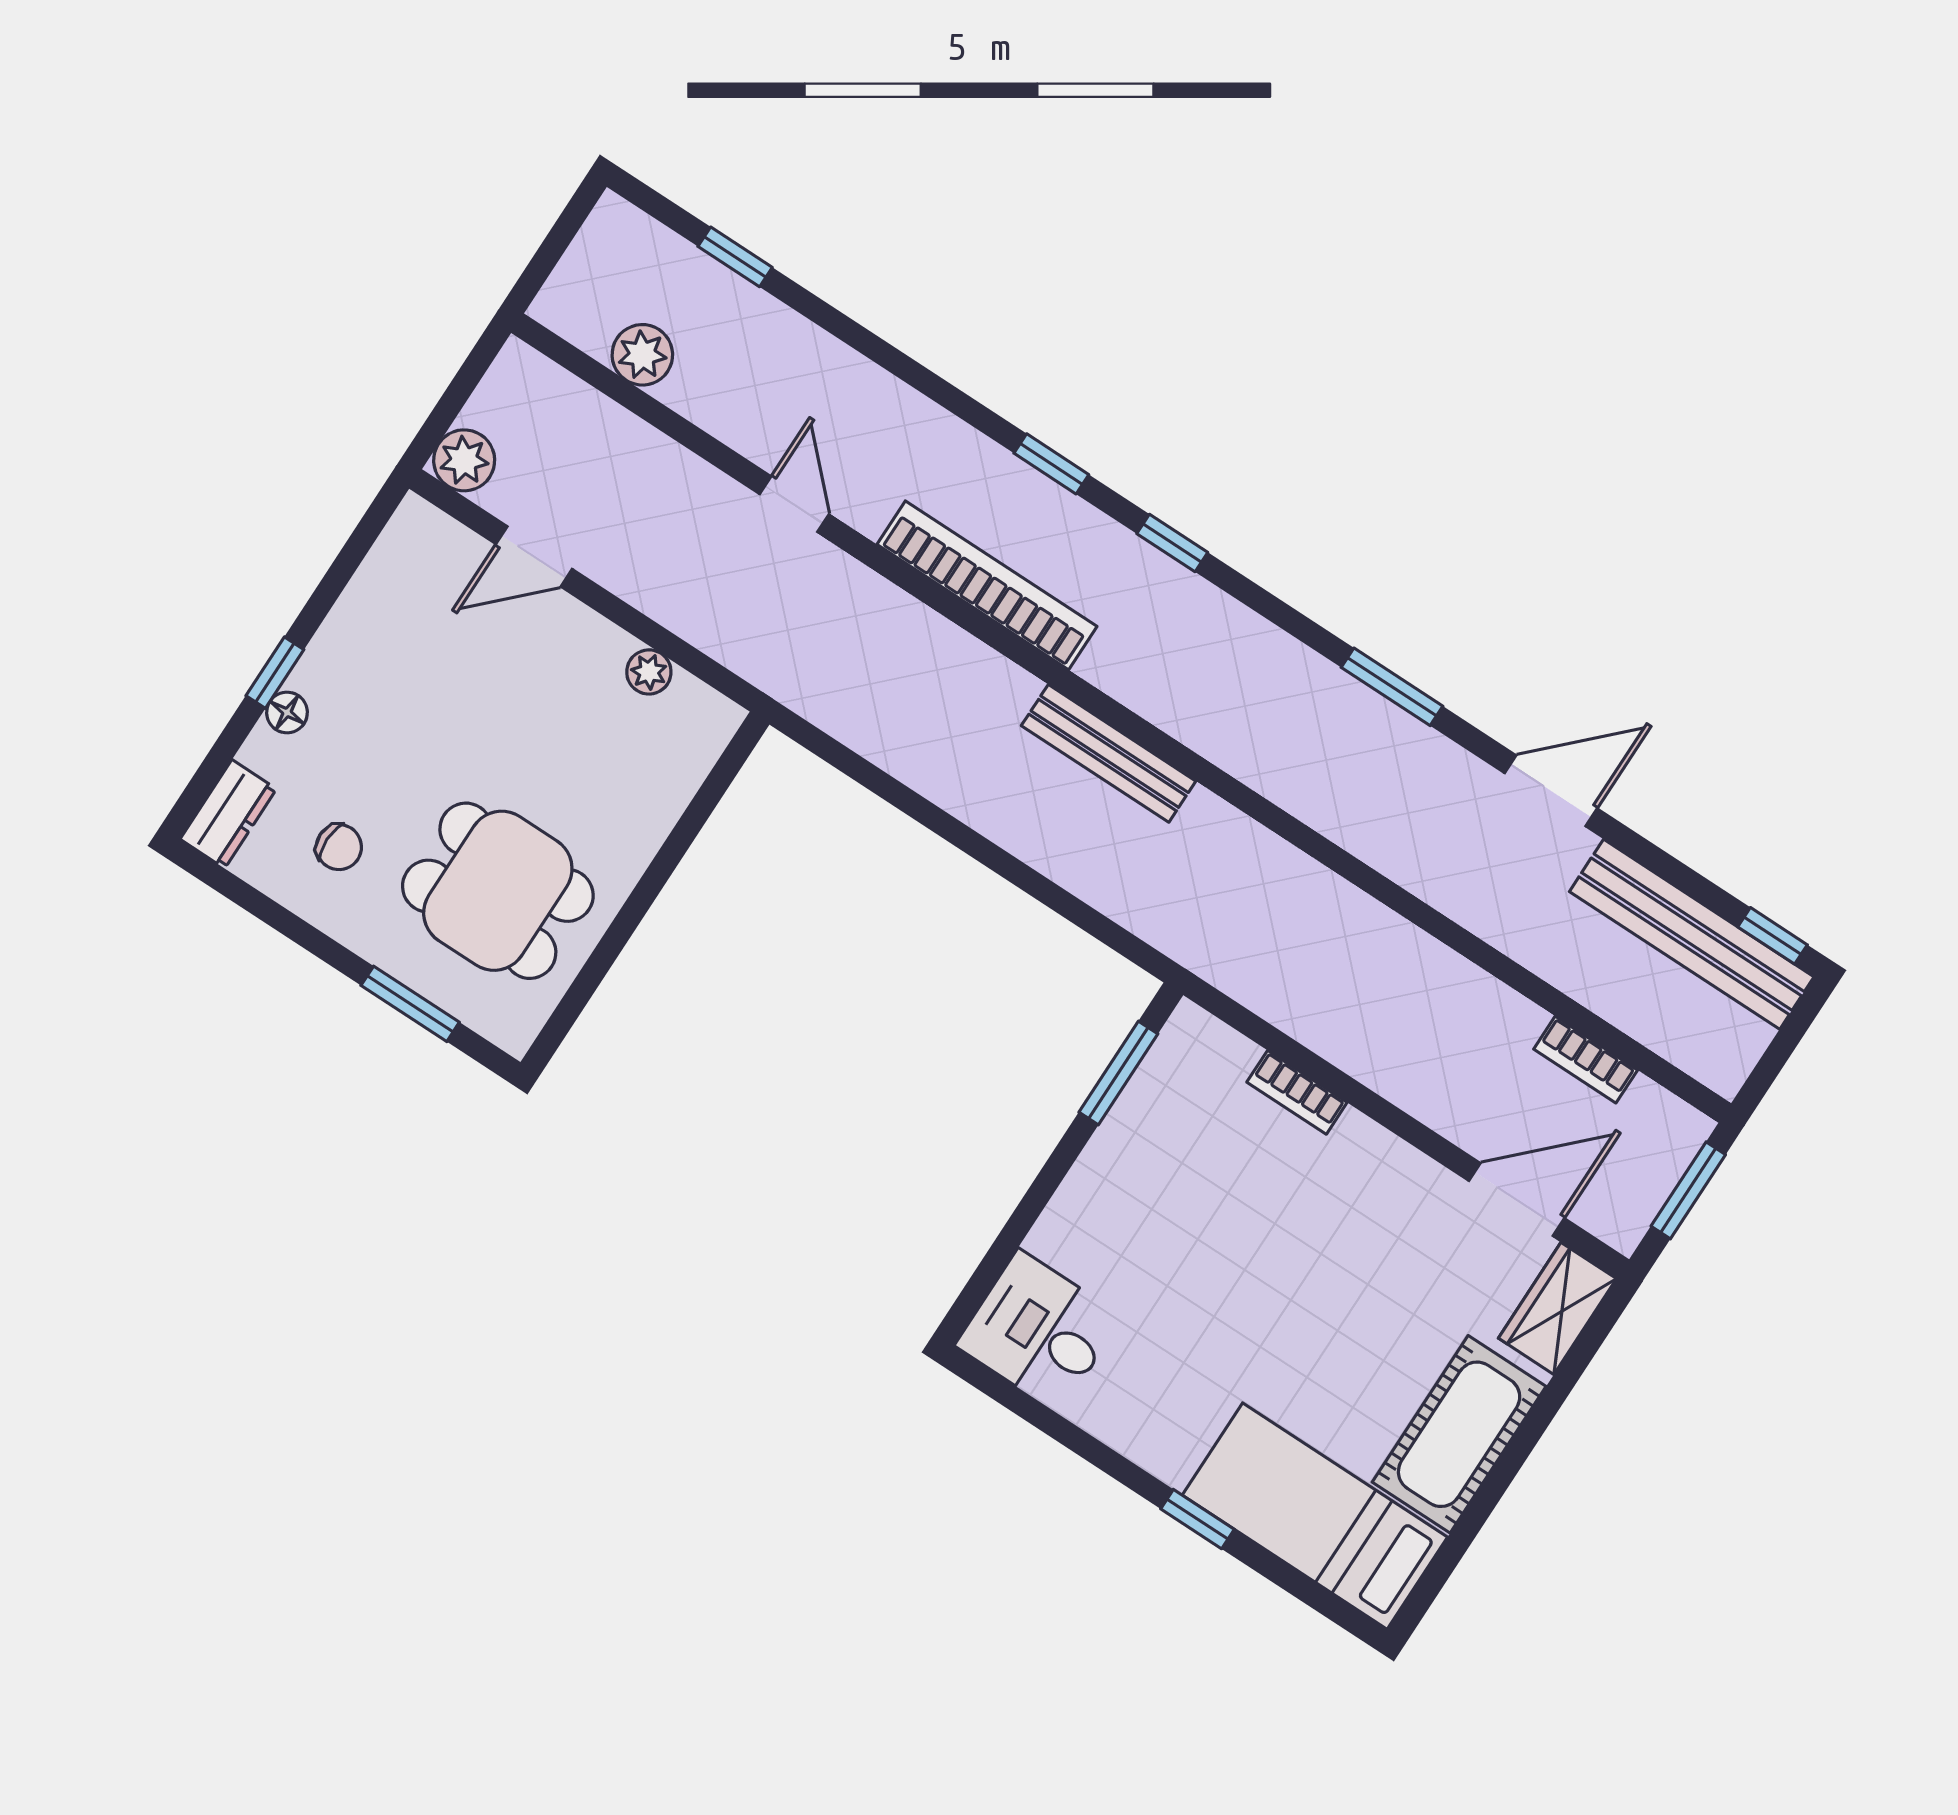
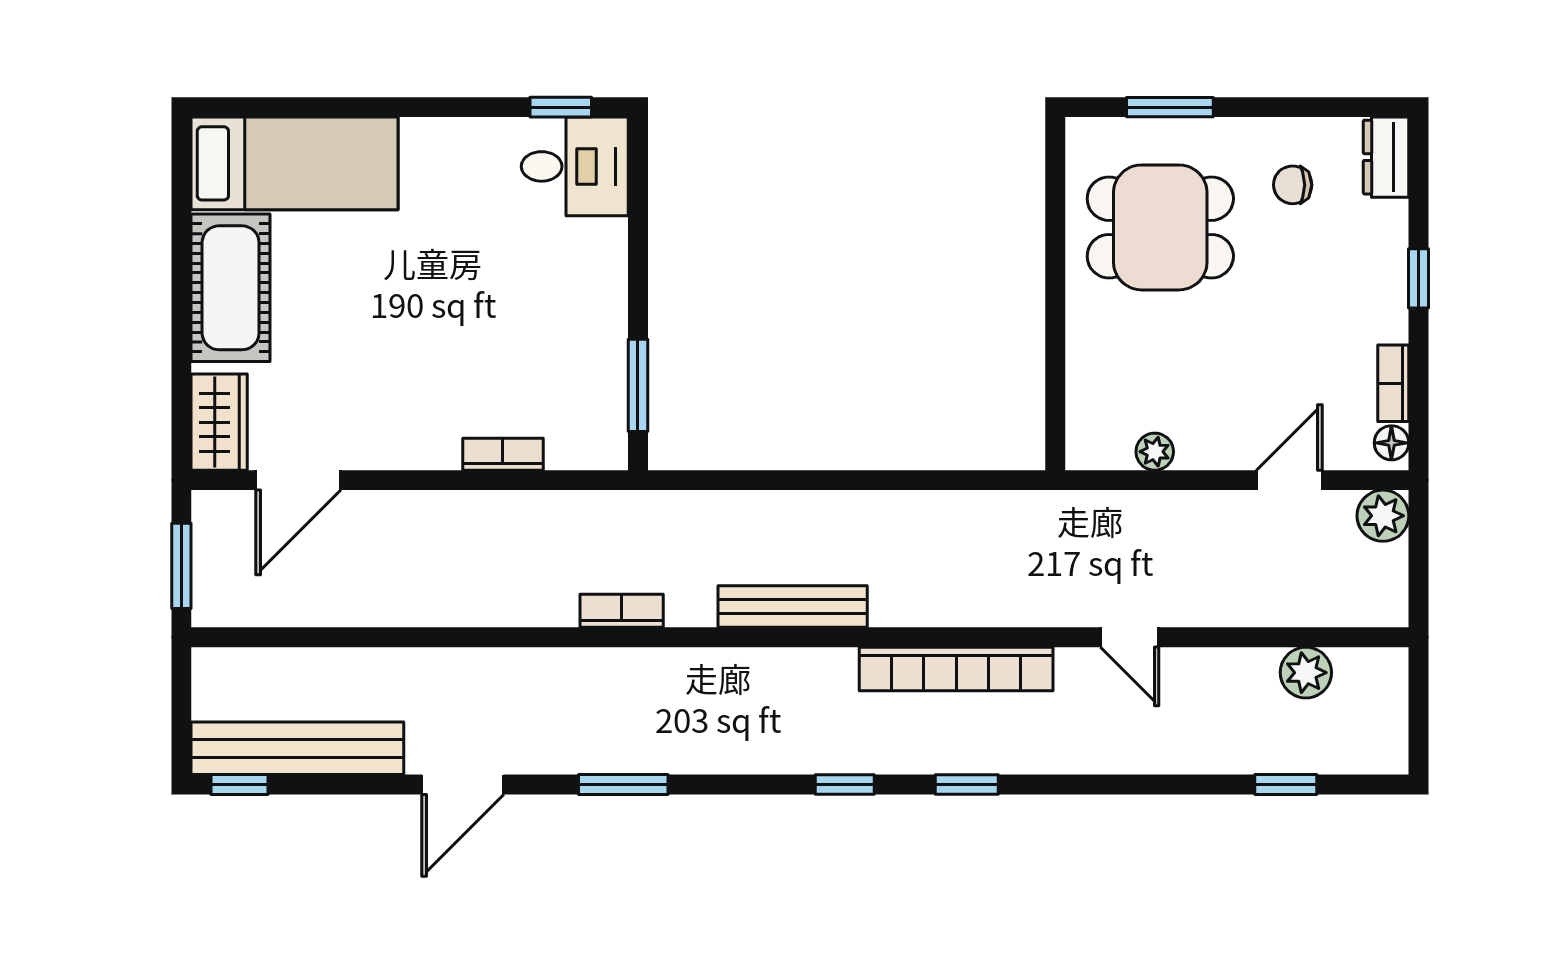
bookcase: (368, 585) -> (1393, 383), added
floor lamp: (287, 712) -> (1391, 443), moved
bookcase: (1586, 1060) -> (622, 611), moved
window: (1197, 1519) -> (561, 107), moved

